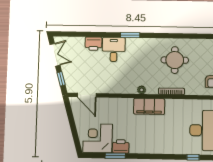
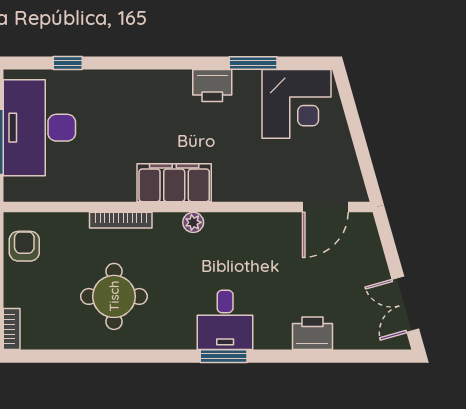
desk: (114, 49) -> (225, 320), moved
window: (61, 79) -> (389, 246), removed
door: (87, 95) -> (325, 207), swing flipped
printer: (121, 146) -> (212, 86), moved

